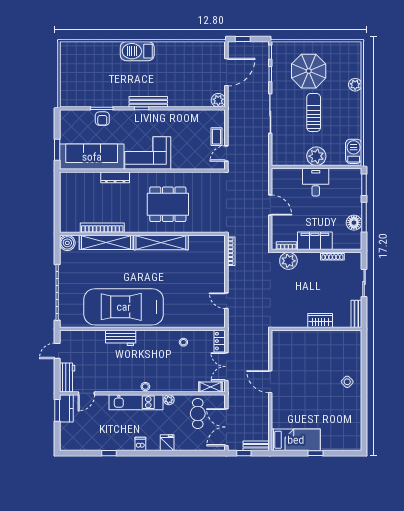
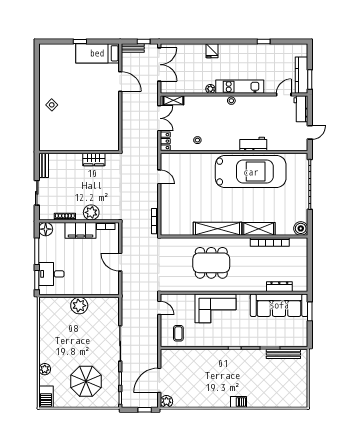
barbecue: (137, 51) -> (239, 402), width x0.53, depth x0.65
plant: (218, 100) -> (166, 401), moved
bench: (148, 102) -> (283, 354), moved
sun lounger: (314, 112) -> (82, 344), removed
armchair: (102, 119) -> (270, 339), removed
coffee table: (217, 137) -> (178, 333), moved
barbecue: (354, 151) -> (46, 397), moved
corner sofa: (148, 153) -> (216, 308), moved
door: (226, 153) -> (159, 308), hinge flipped
dresser: (115, 177) -> (279, 287), moved
desk: (316, 182) -> (51, 274), moved, turned 90
floor lamp: (354, 223) -> (46, 229), moved
shelving: (106, 242) -> (259, 229), width x0.68
plant: (288, 261) -> (91, 212), moved
wardrobe: (320, 320) -> (94, 159), moved
door: (270, 382) -> (120, 81), moved
kitchen counter: (66, 408) -> (302, 75), width x1.50
cafe table: (198, 414) -> (185, 77), removed
dishwasher: (140, 444) -> (236, 50), removed

